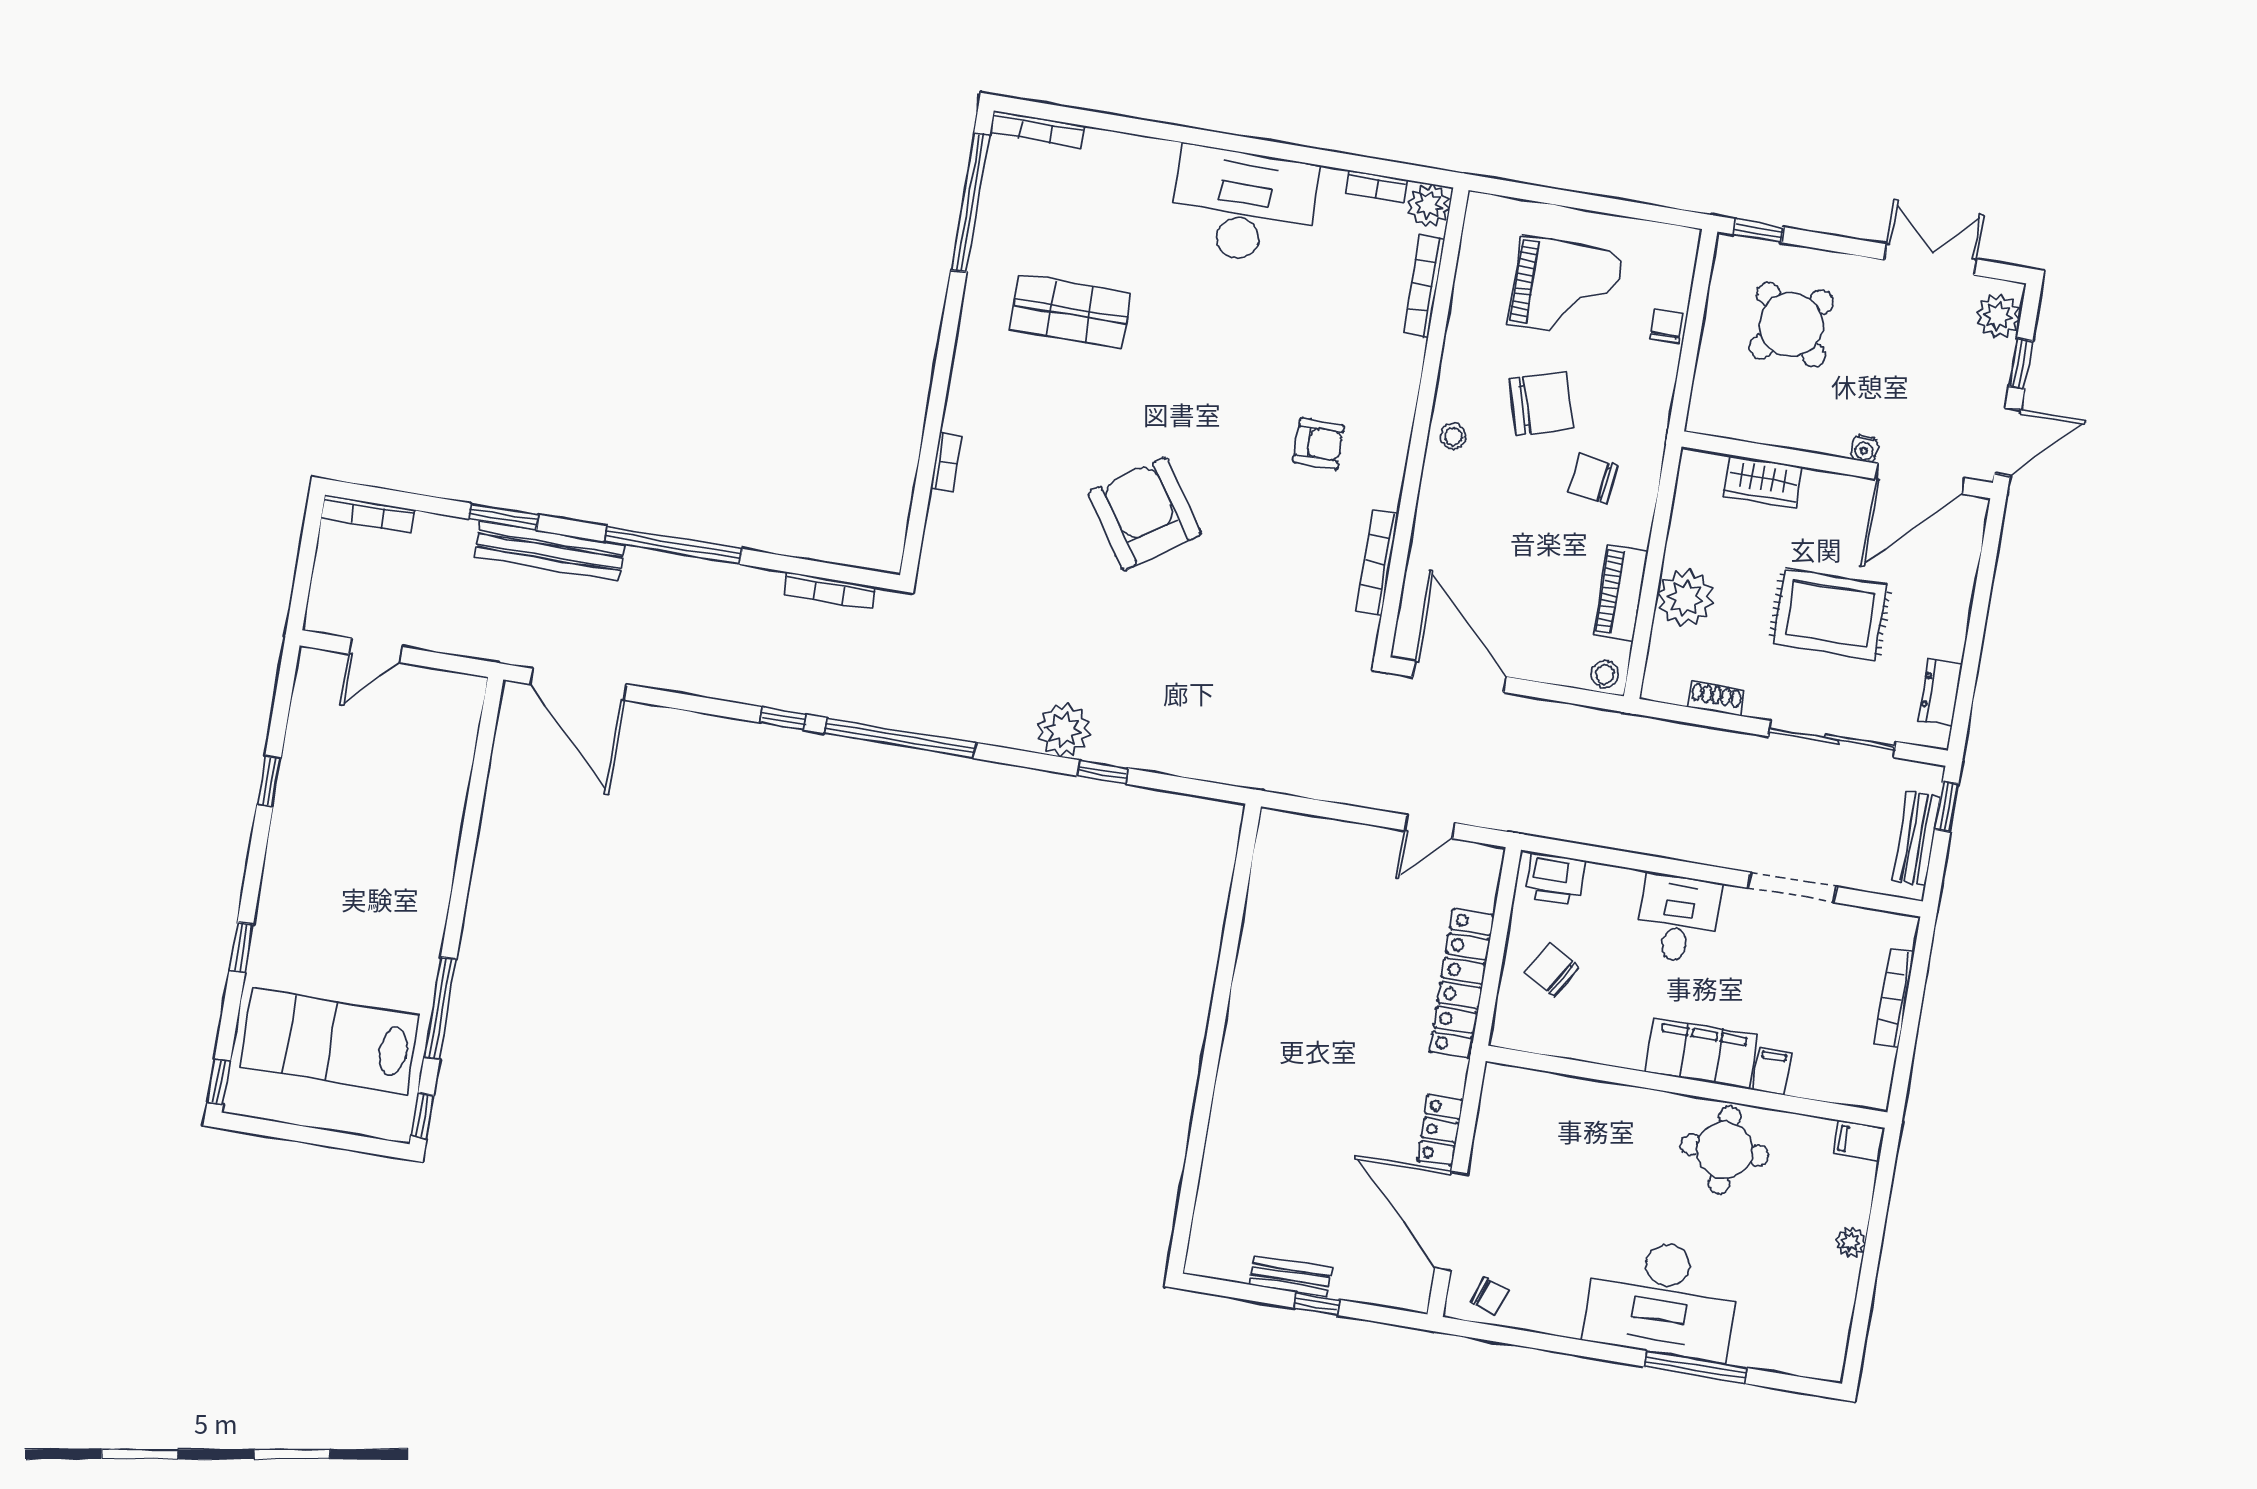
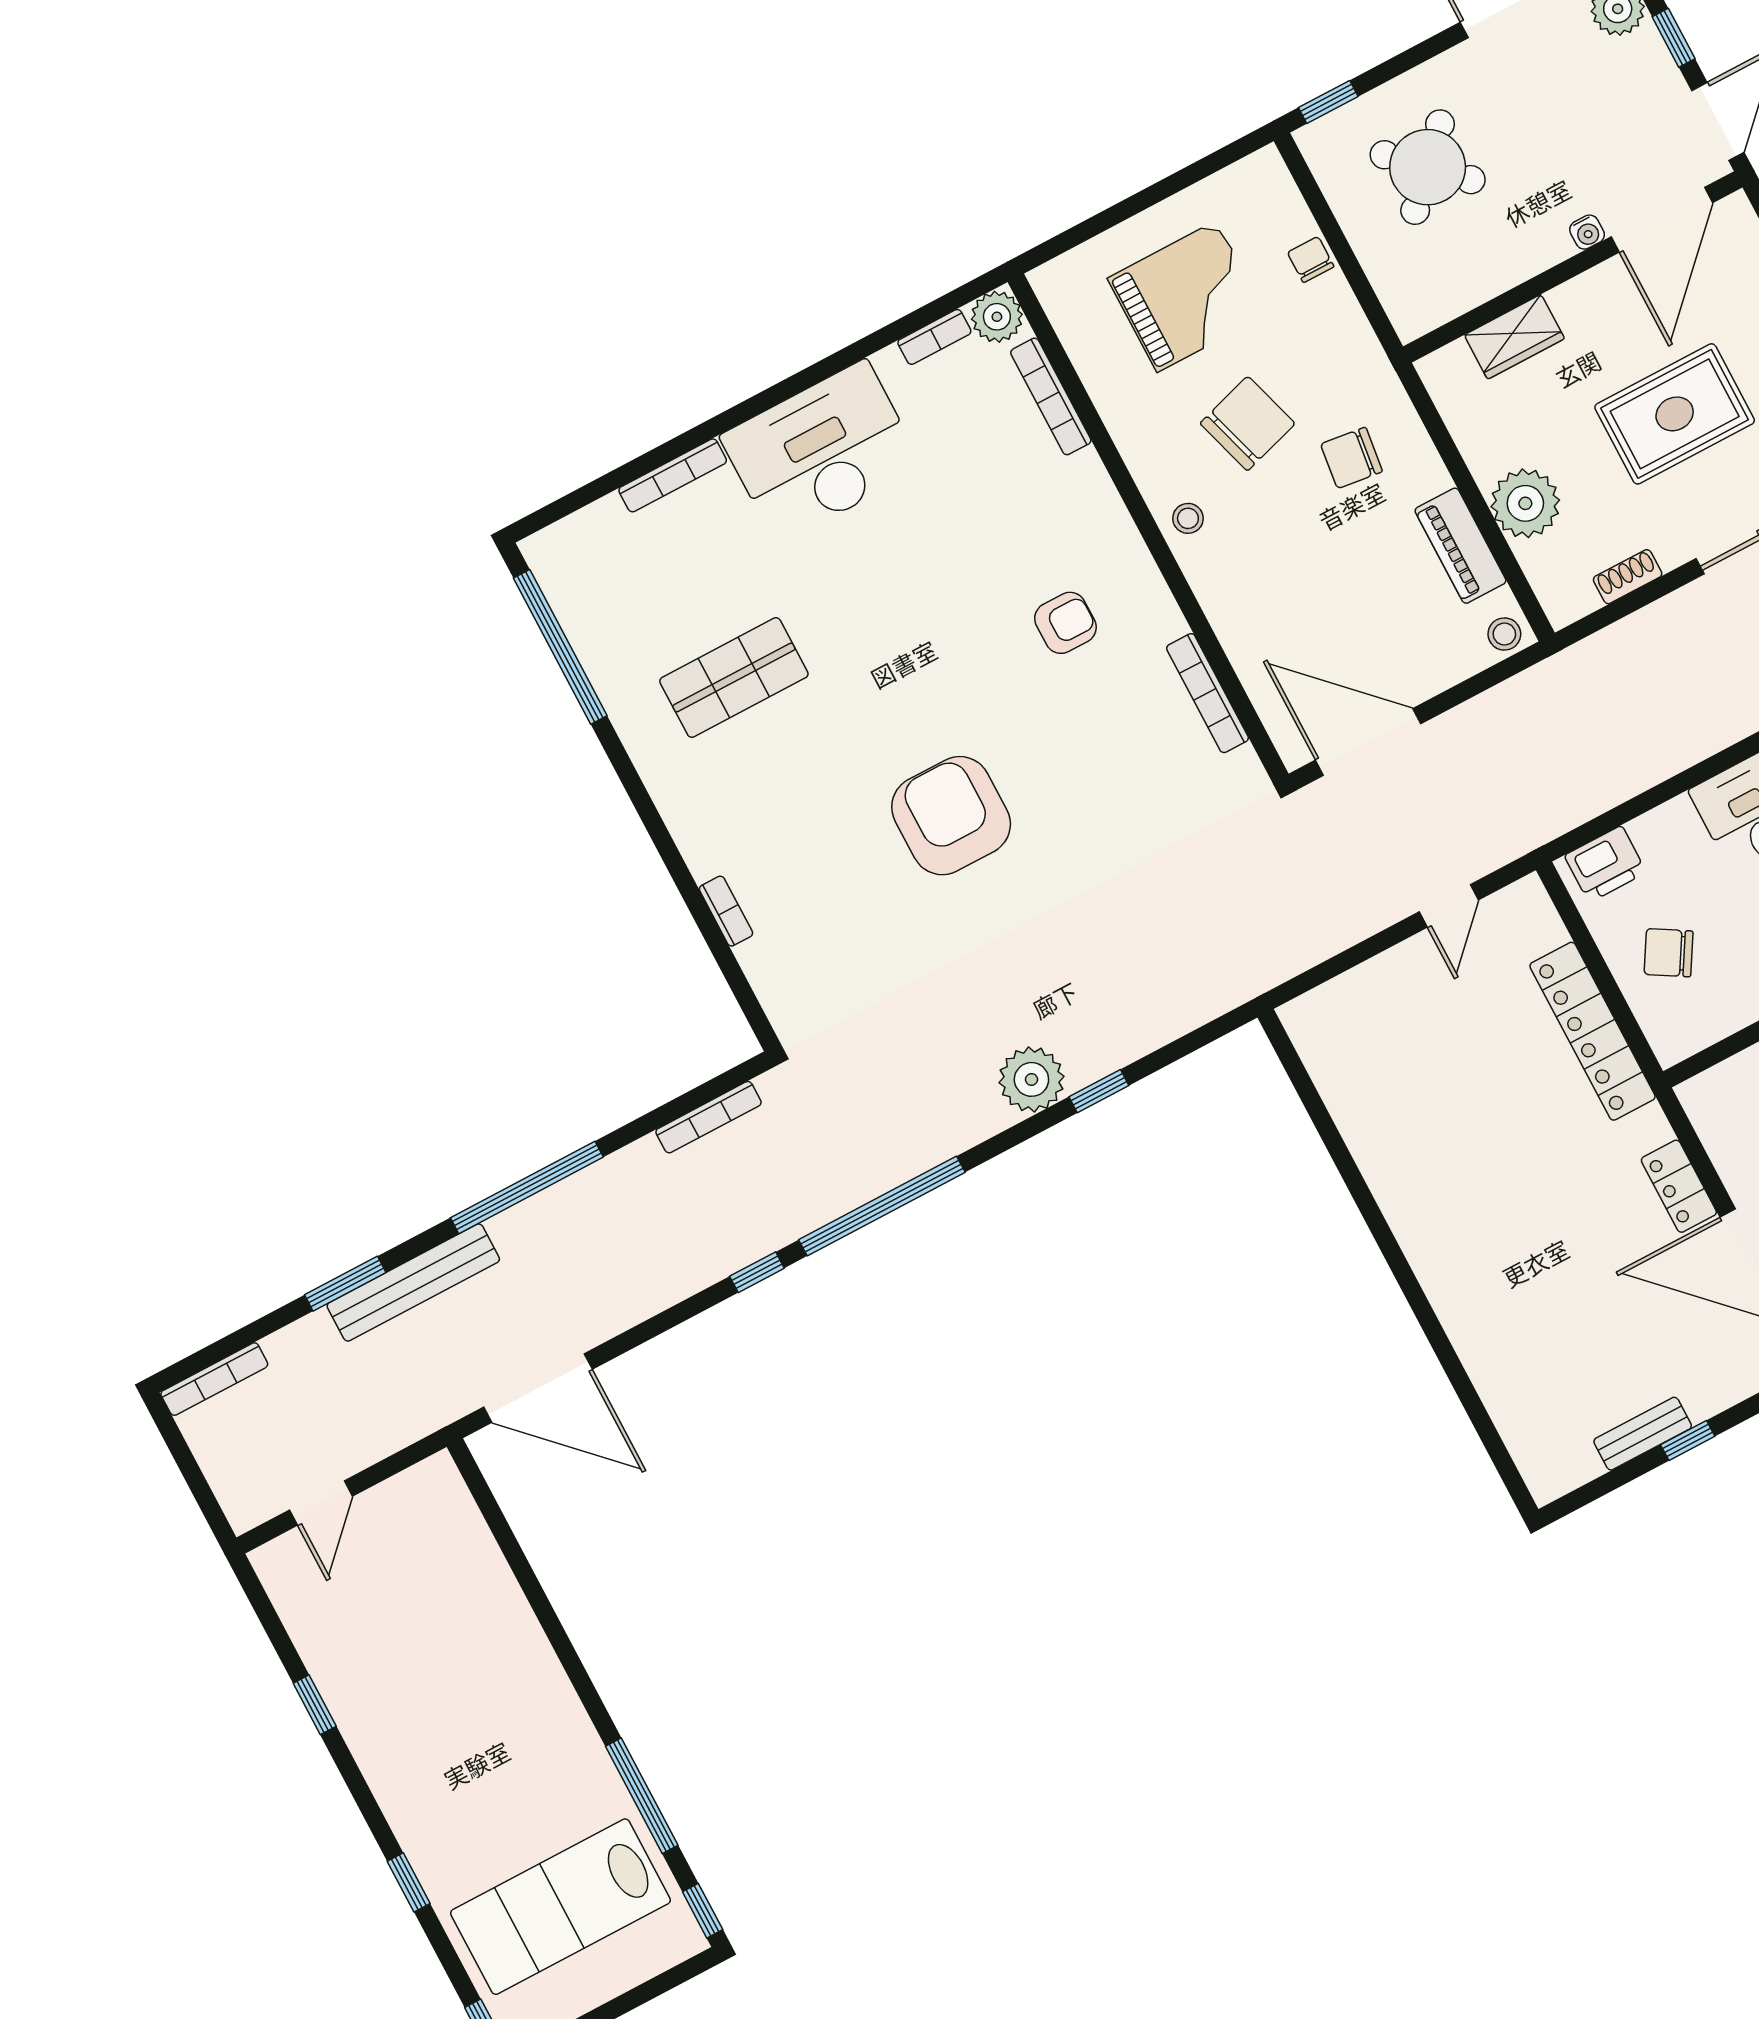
bookcase: (1037, 130) -> (673, 475), moved
armchair: (1144, 514) -> (951, 816), turned 34

